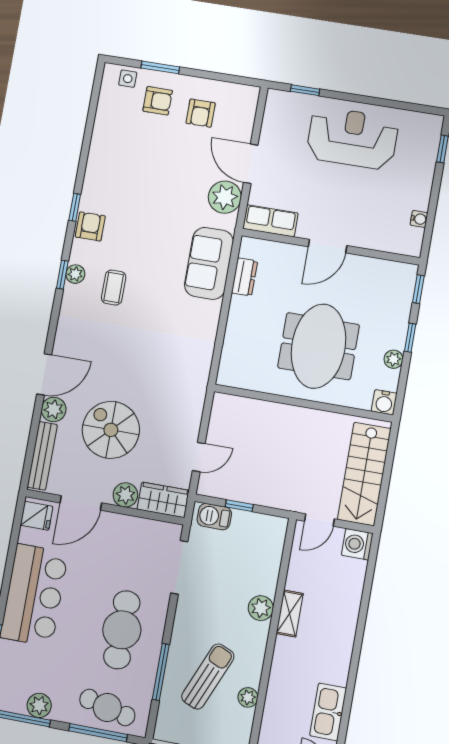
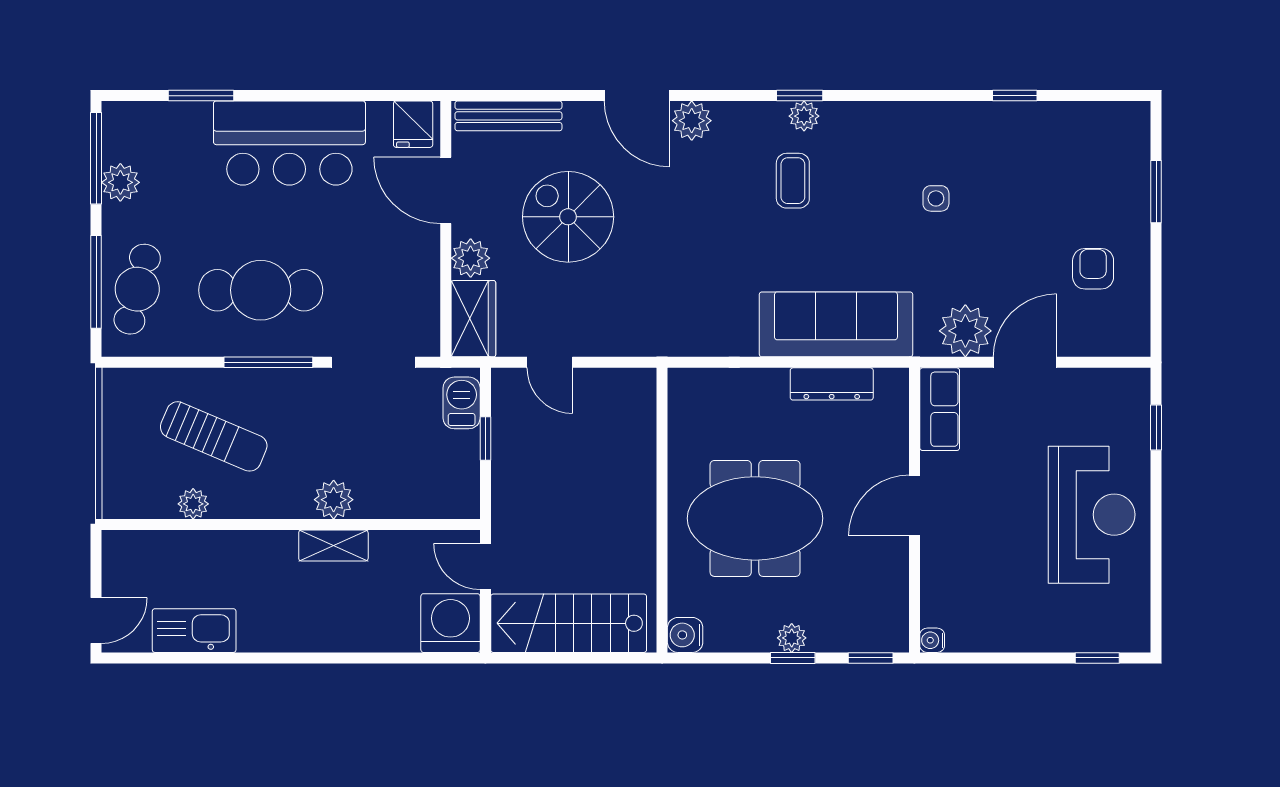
side table: (128, 79) -> (936, 198), moved
armchair: (158, 101) -> (1102, 197), removed
armchair: (201, 113) -> (1093, 269), turned 90
window: (75, 207) -> (1015, 96), moved
water cooler: (419, 219) -> (932, 640), moved, turned 90
armchair: (90, 226) -> (884, 126), removed
door: (328, 246) -> (914, 505), hinge flipped
sofa: (209, 263) -> (836, 324), width x1.36
dresser: (244, 277) -> (832, 384), width x1.44
coffee table: (114, 288) -> (793, 181), turned 90
plant: (393, 359) -> (792, 638), moved
plant: (54, 409) -> (692, 121), moved
spiral stairs: (111, 430) -> (568, 217), turned -90
washing machine: (357, 544) -> (450, 623), width x1.37, depth x1.37
window: (161, 672) -> (268, 362), moved

